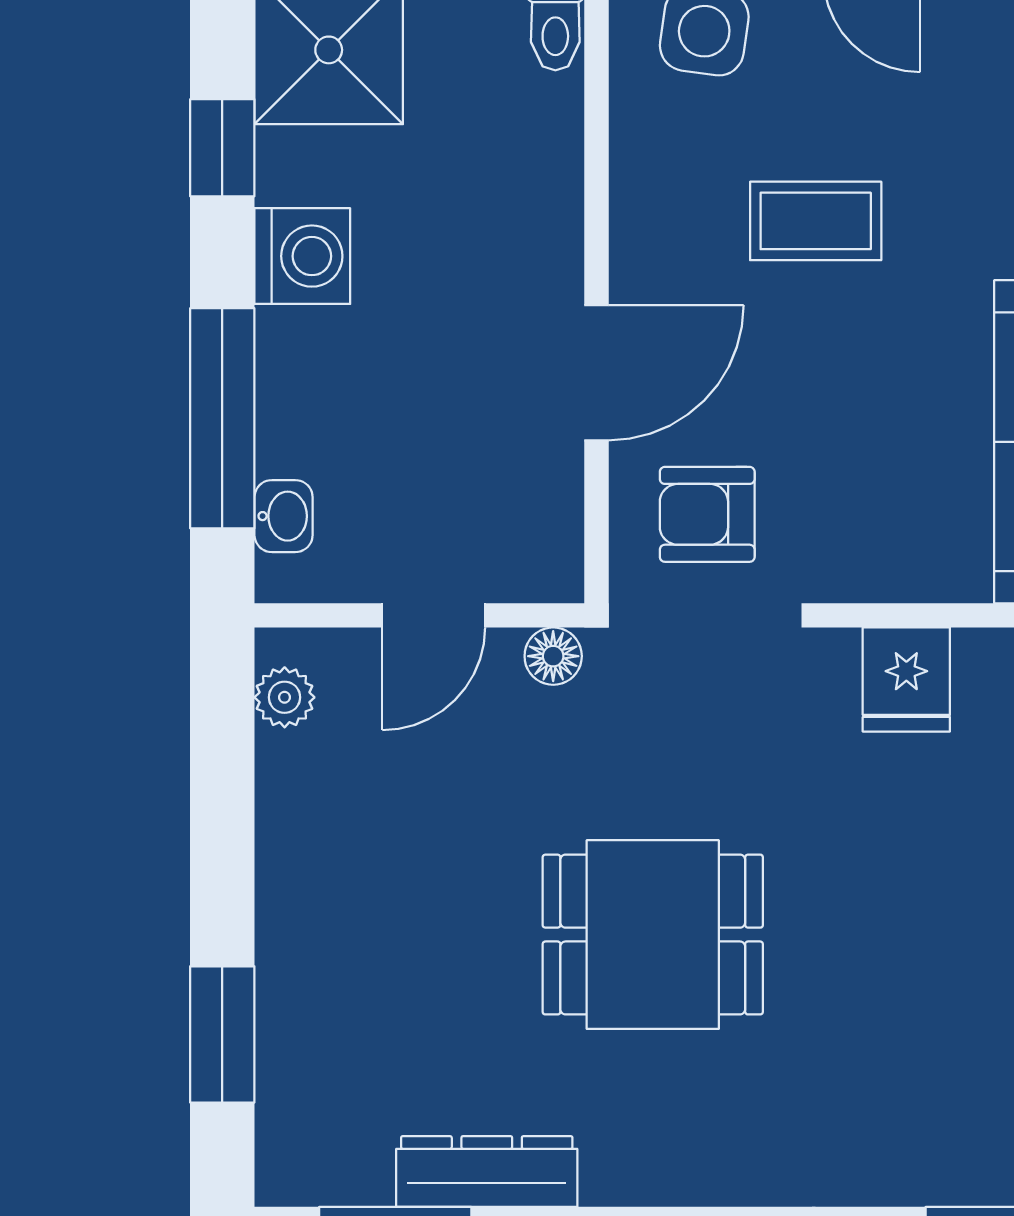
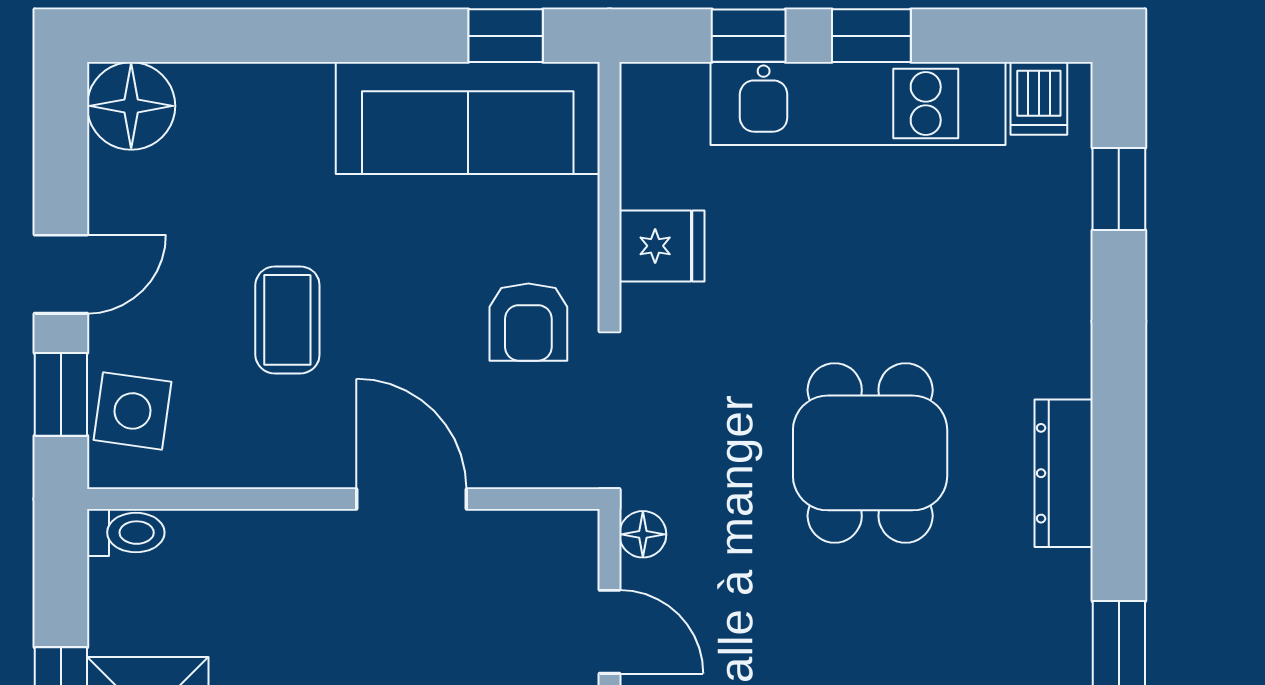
armchair: (707, 514) -> (528, 322), moved
dresser: (487, 1171) -> (1064, 473), moved

